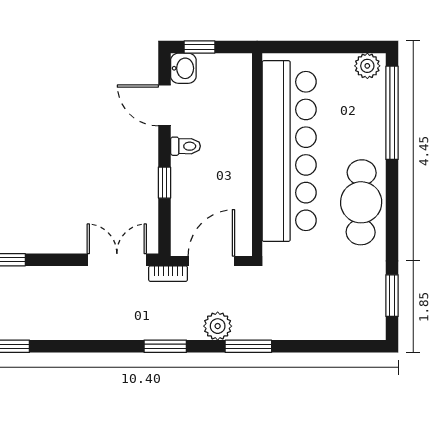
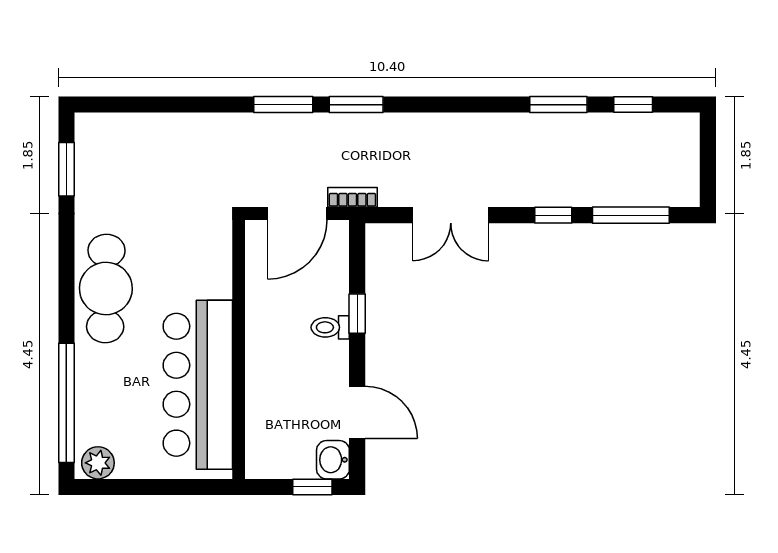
toilet: (185, 146) -> (330, 327), moved
bar counter: (289, 151) -> (198, 385), width x0.73
double door: (117, 260) -> (451, 215), moved
plant: (218, 326) -> (289, 130), removed
window: (248, 346) -> (283, 105), moved

